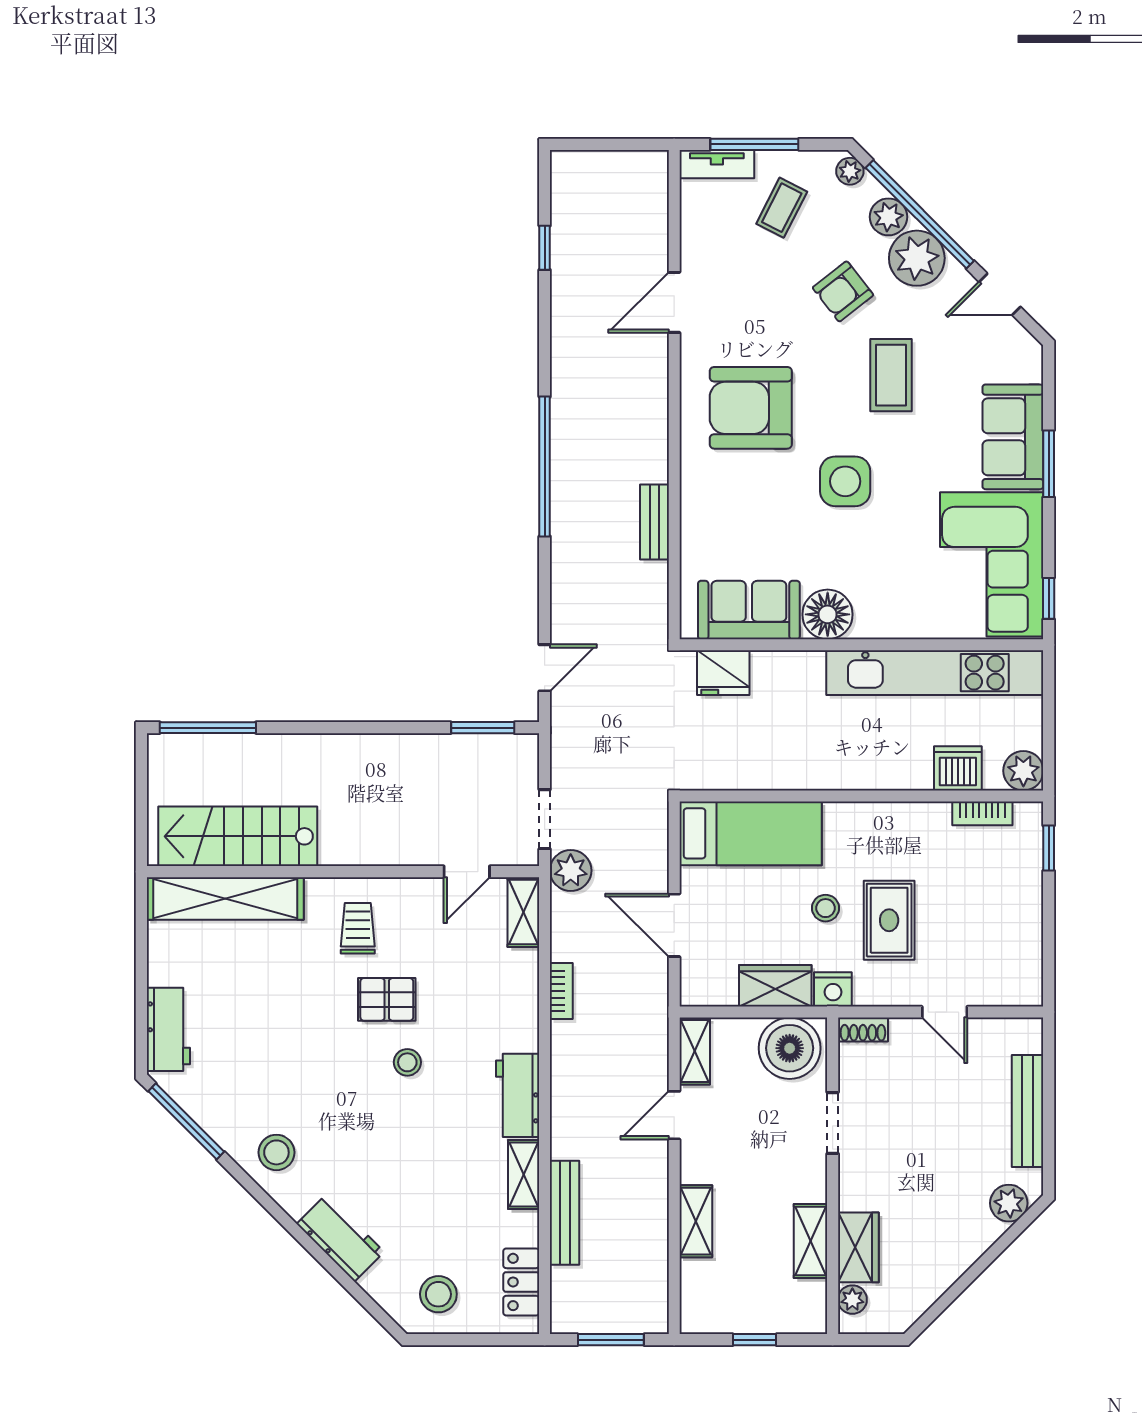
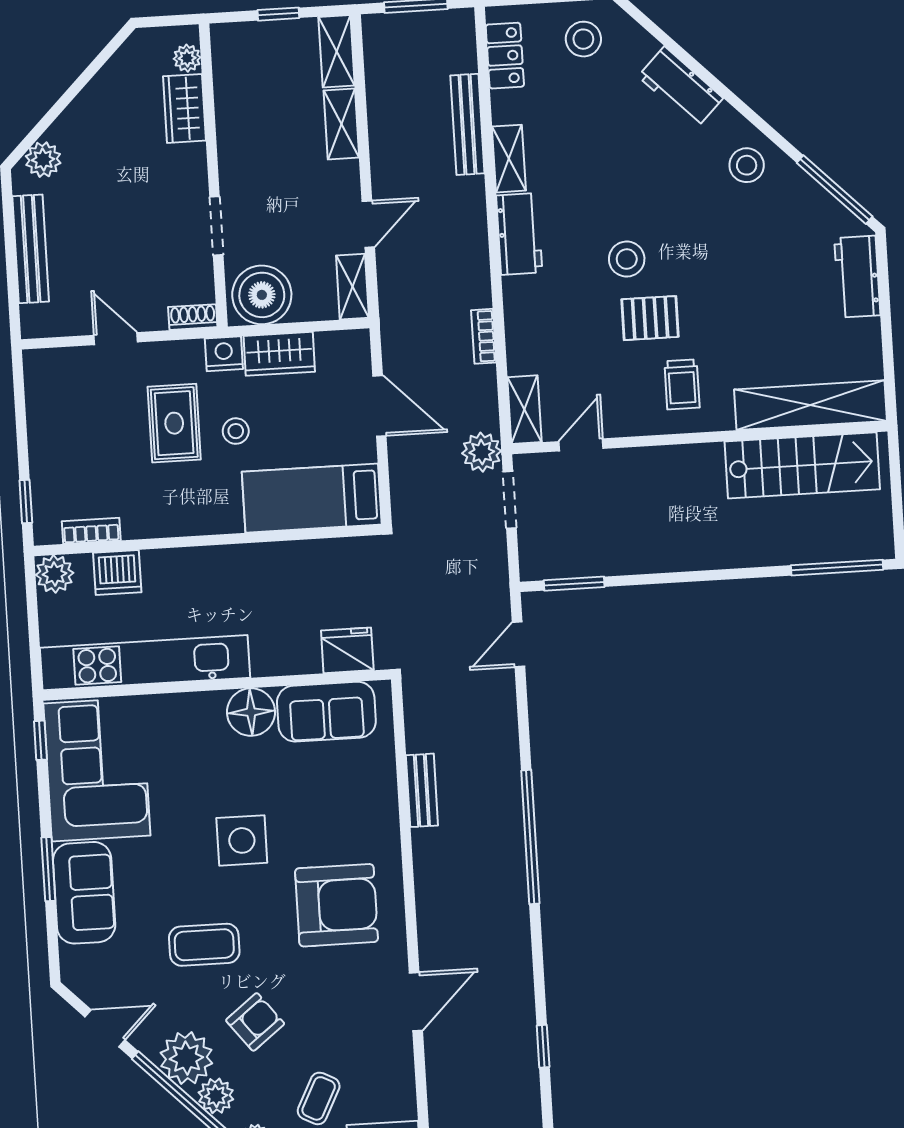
coffee table: (891, 375) -> (204, 945), turned 90
stool: (407, 1062) -> (627, 259), width x1.37, depth x1.37
shelving: (811, 1241) -> (337, 51), moved

